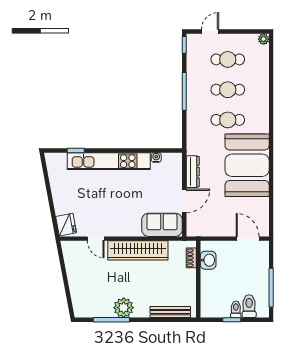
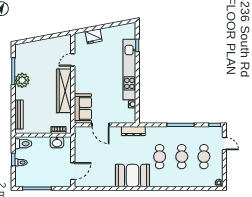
booth: (247, 165) -> (133, 176), width x0.73, depth x0.70
dresser: (193, 172) -> (133, 131), moved
fridge: (66, 225) -> (94, 36), moved
toilet: (249, 306) -> (23, 144), moved

